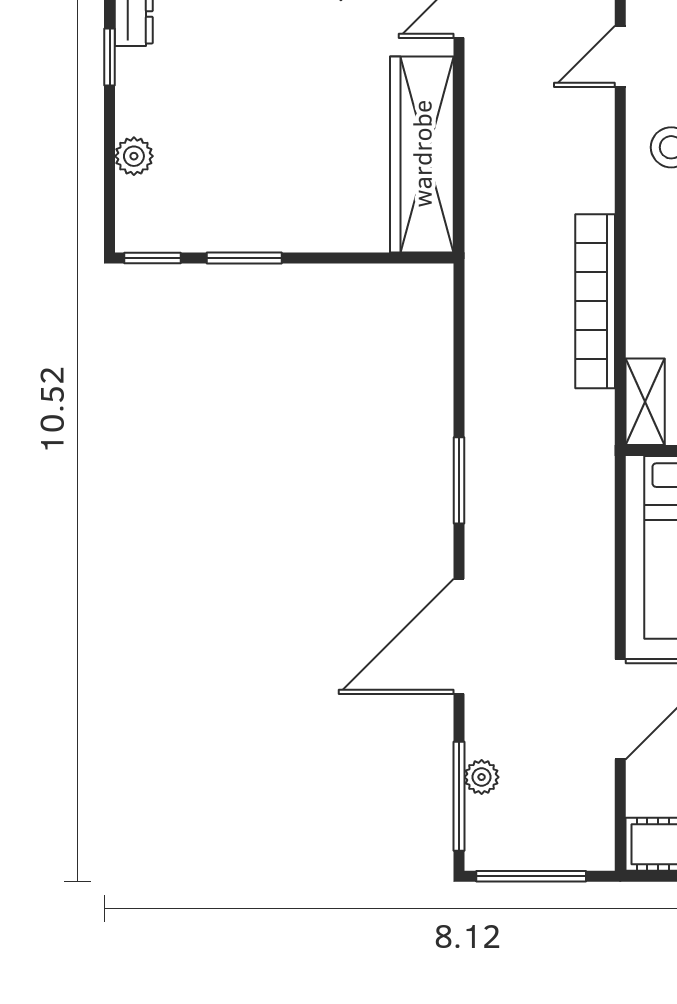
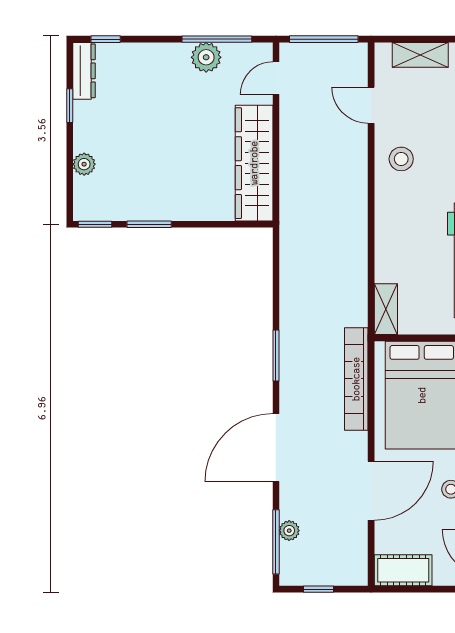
door: (620, 56) -> (371, 105), hinge flipped
bookcase: (595, 301) -> (356, 379), moved
window: (531, 876) -> (319, 589), width x0.46

